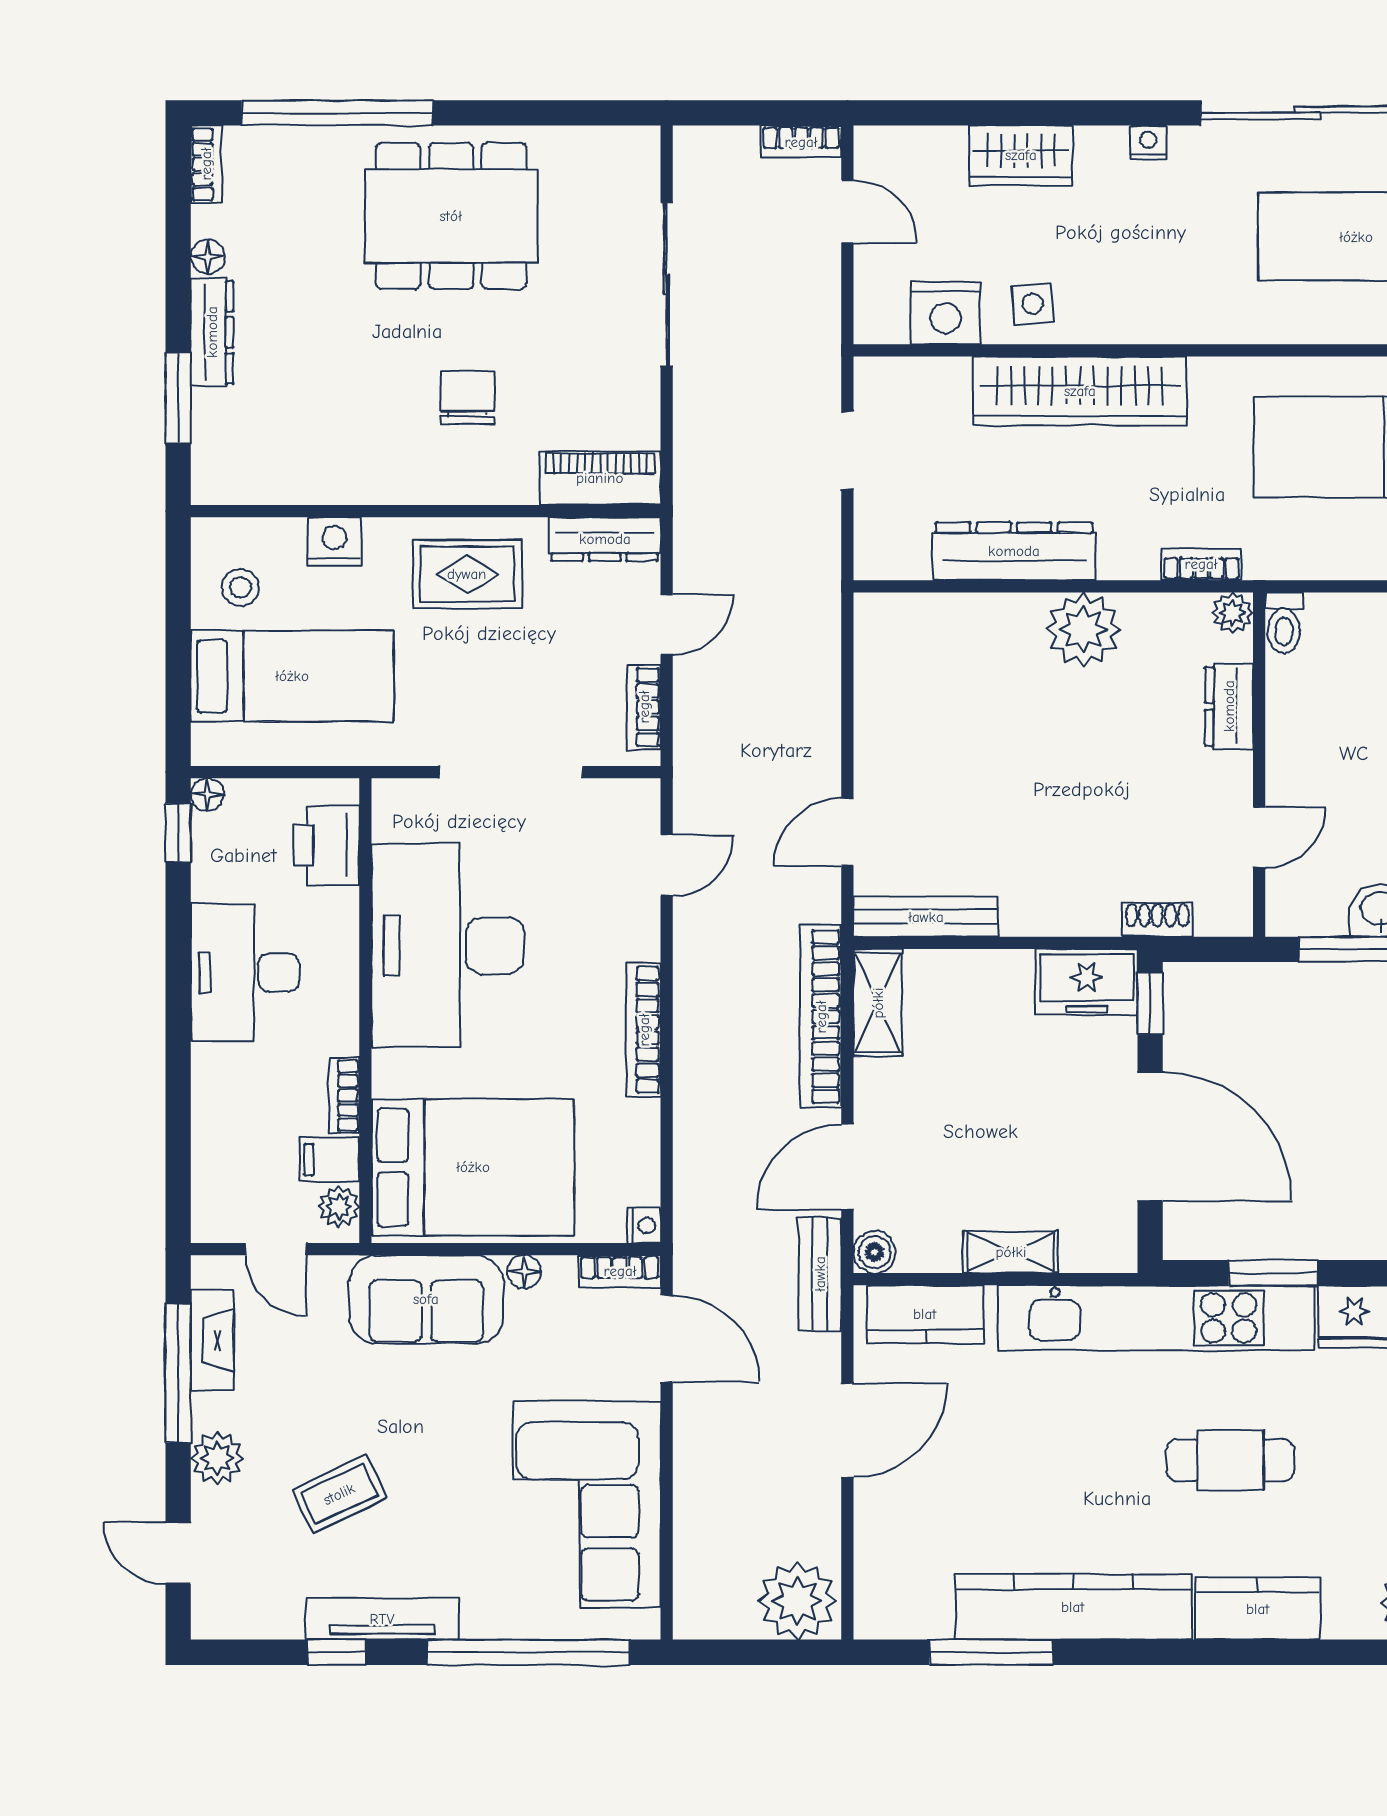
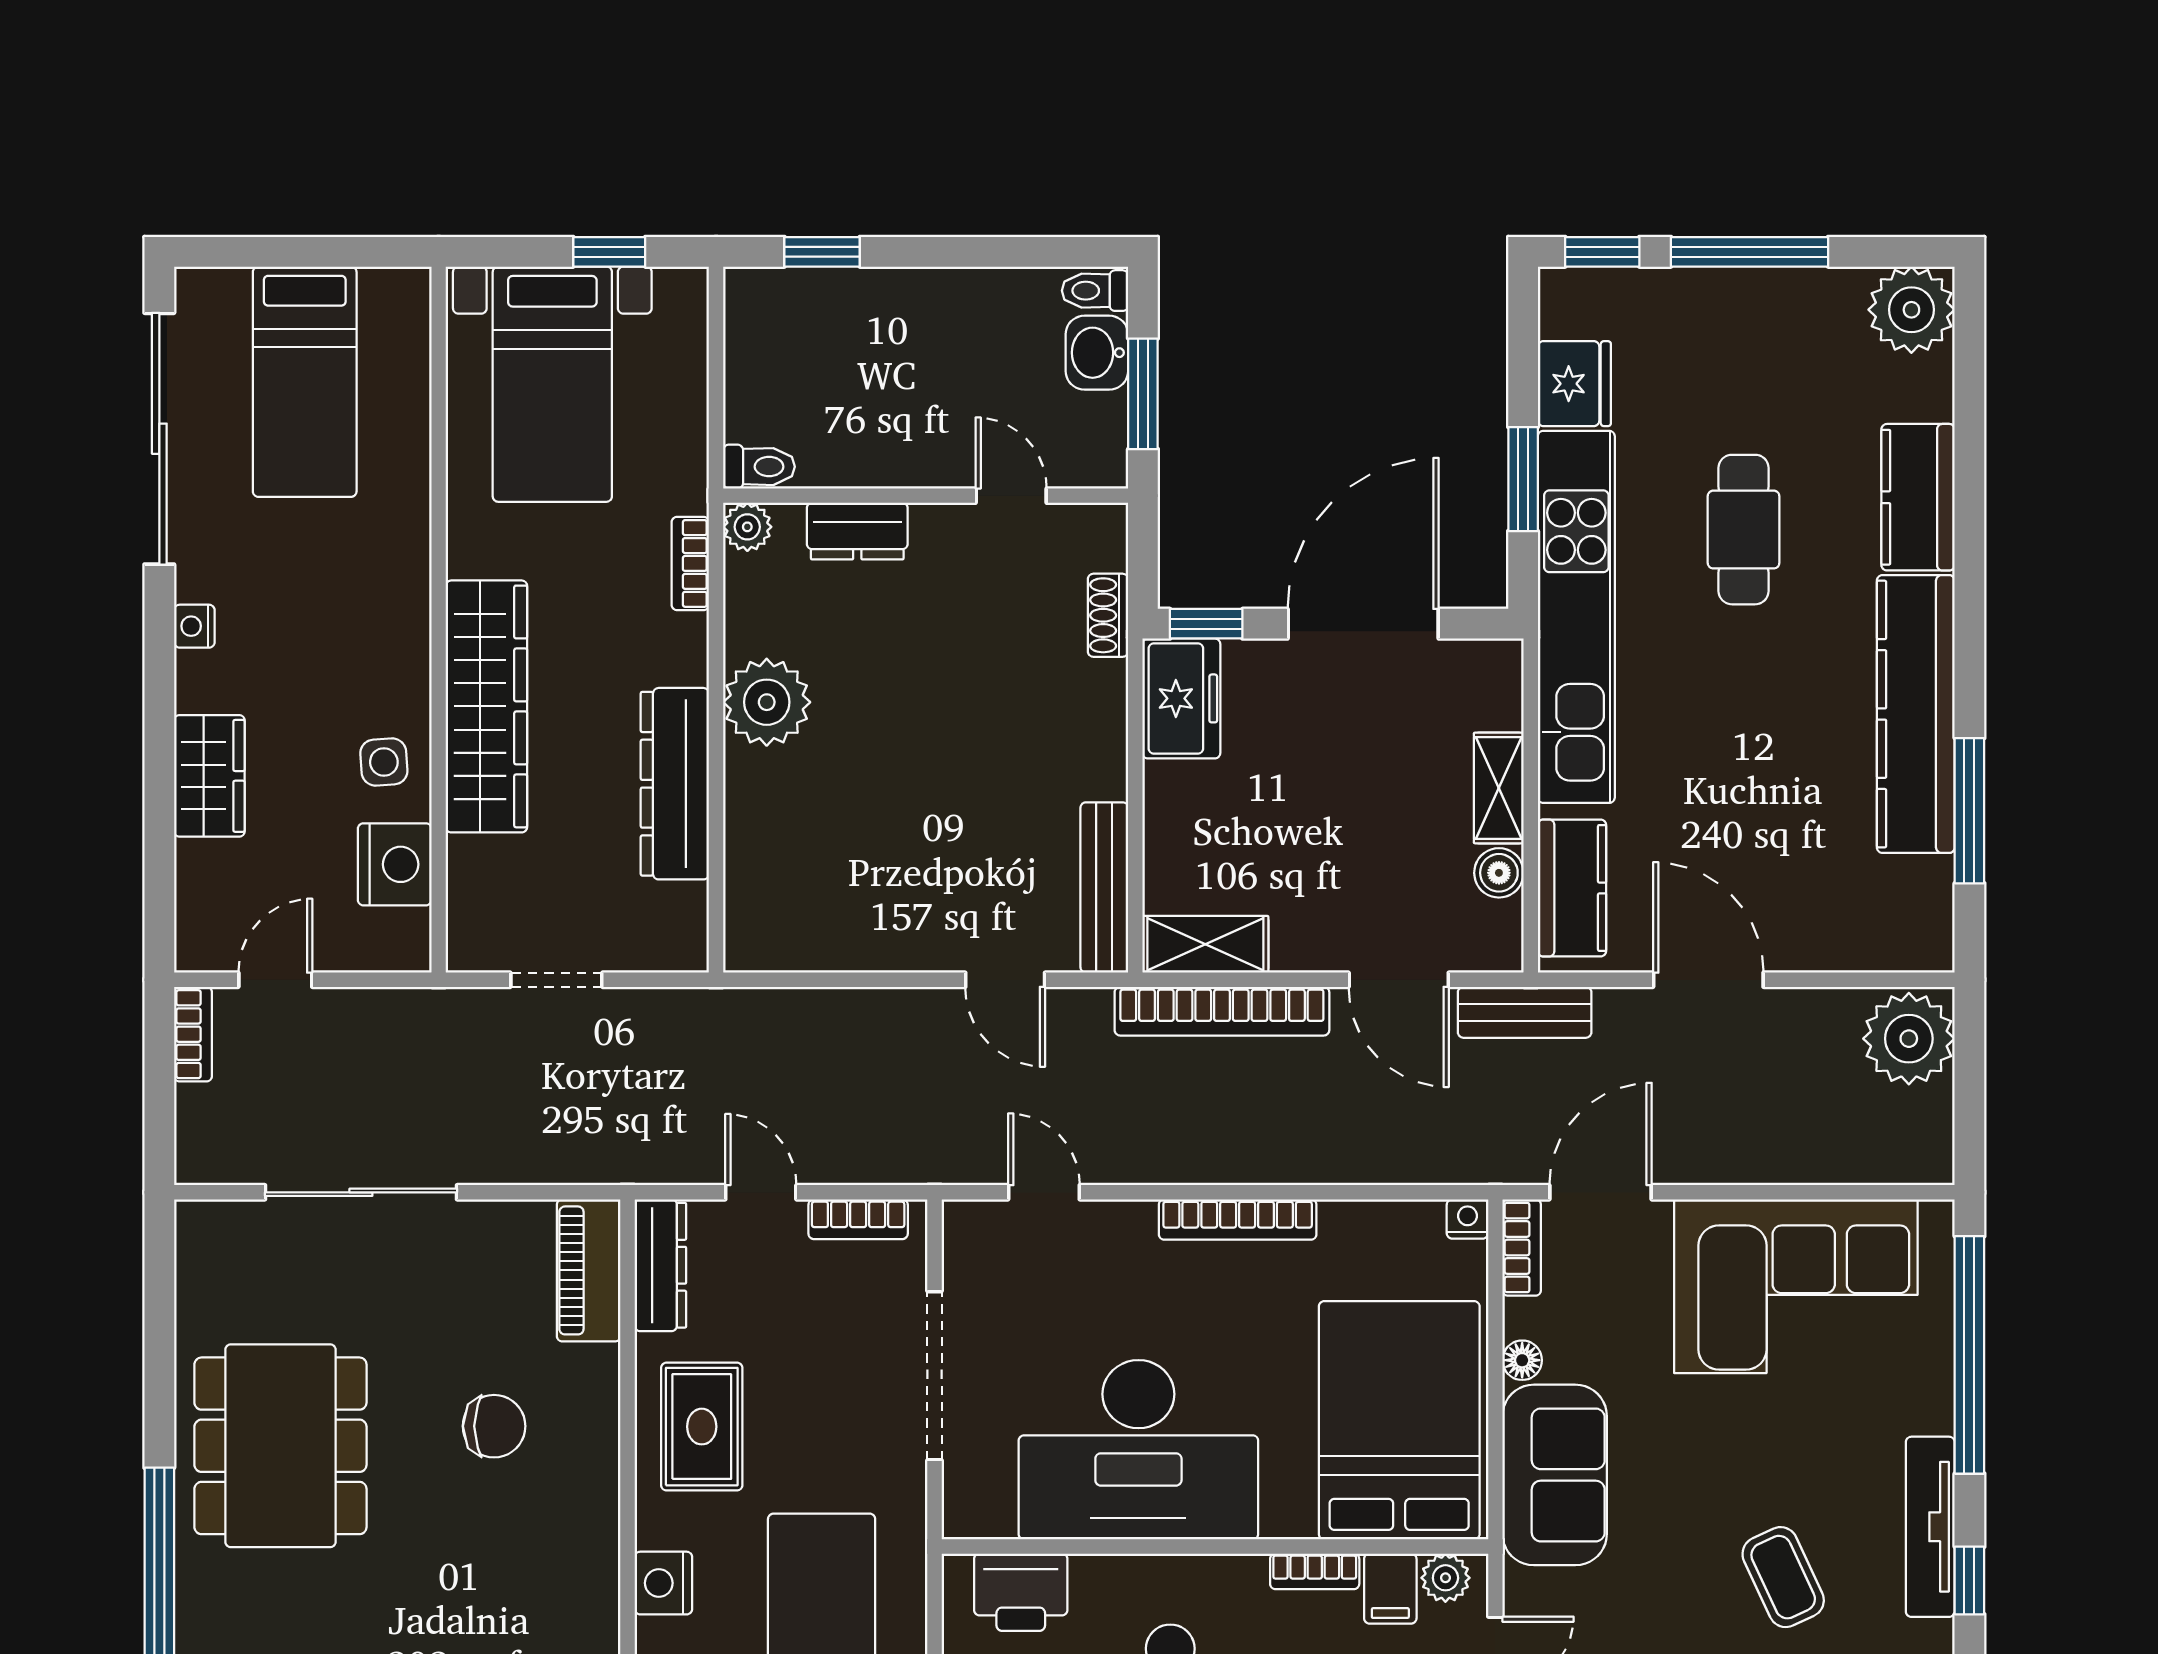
chair: (468, 398) -> (494, 1426), turned 180
boiler: (874, 1252) -> (1499, 873), moved

